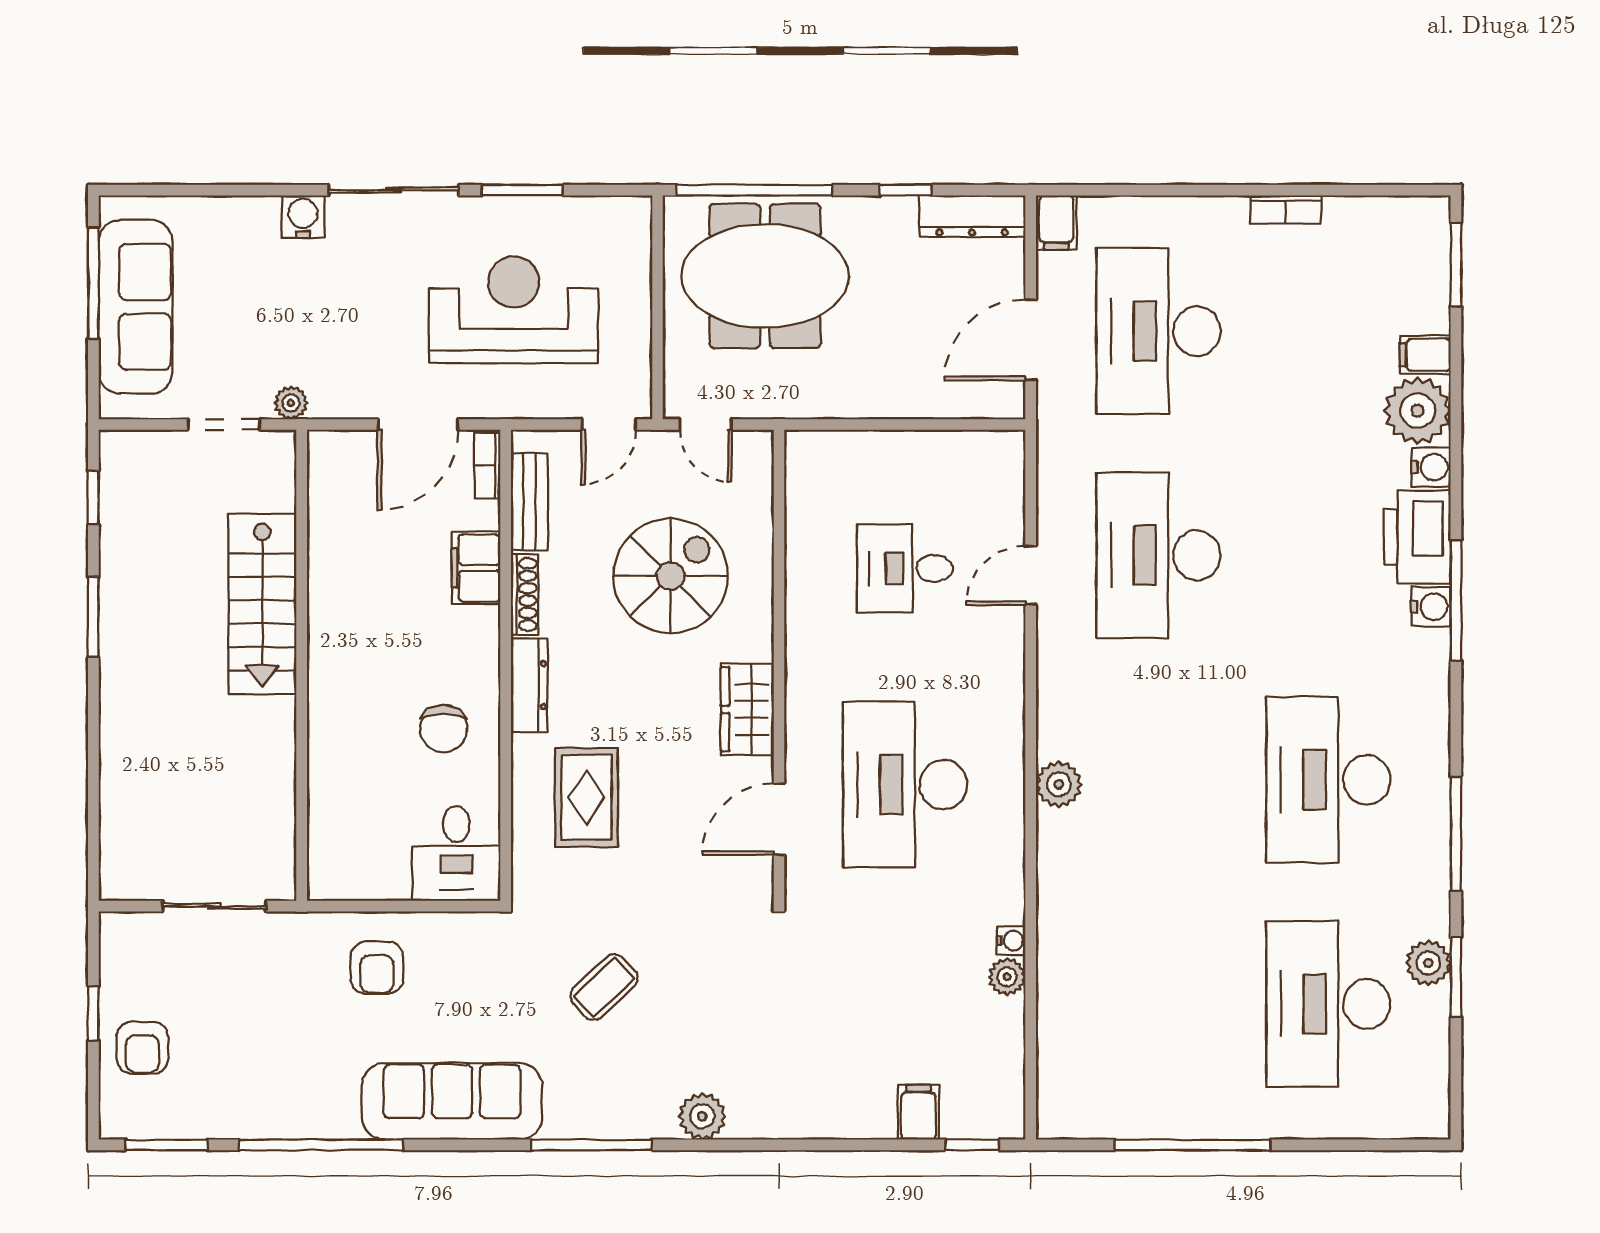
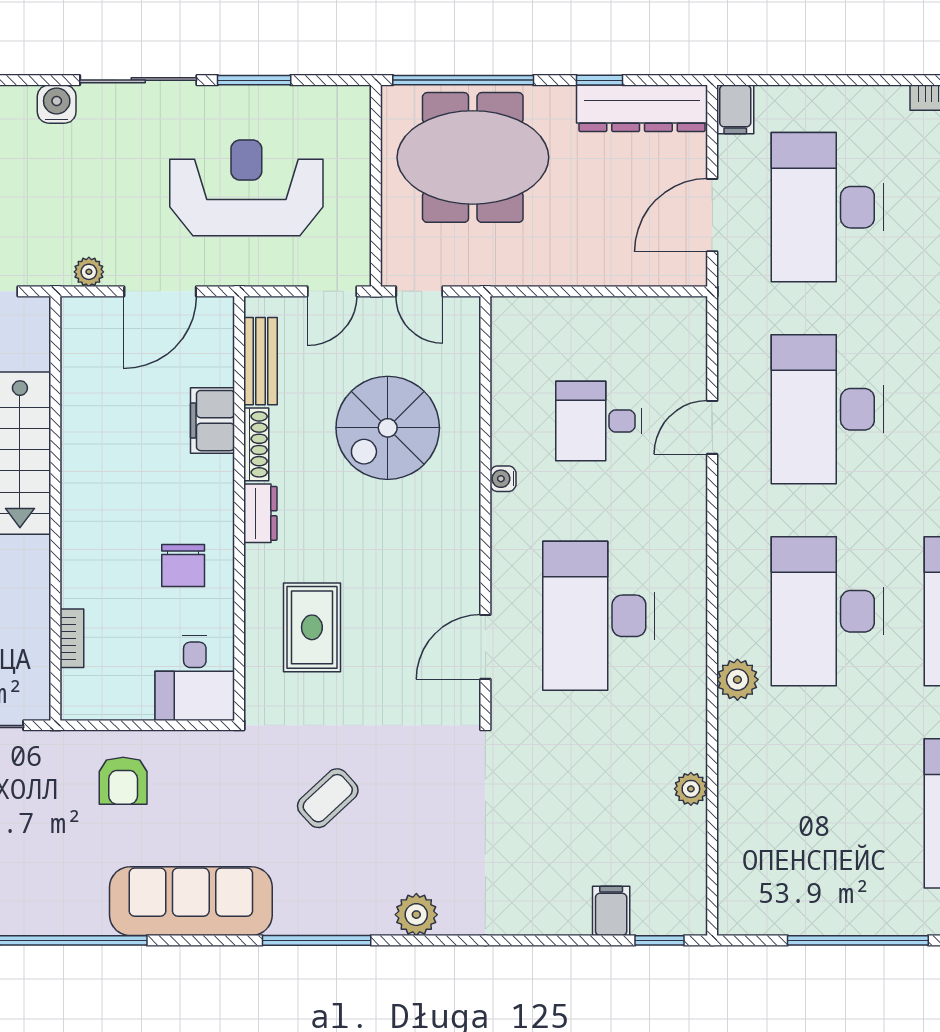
dresser: (972, 216) -> (642, 108), width x1.37, depth x1.24
plant: (291, 403) -> (89, 272), moved
bookcase: (487, 465) -> (72, 638), moved, turned 180
spiral stairs: (671, 576) -> (388, 428), turned 180
dresser: (529, 685) -> (260, 513), width x0.70
wardrobe: (747, 709) -> (457, 548), removed
desk: (1158, 780) -> (827, 611), added
plant: (1059, 784) -> (737, 680), moved
water cooler: (1011, 941) -> (503, 479), moved, turned 180

